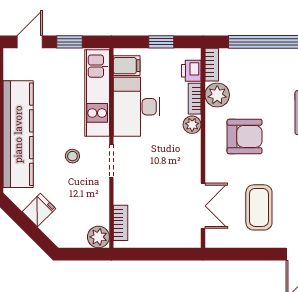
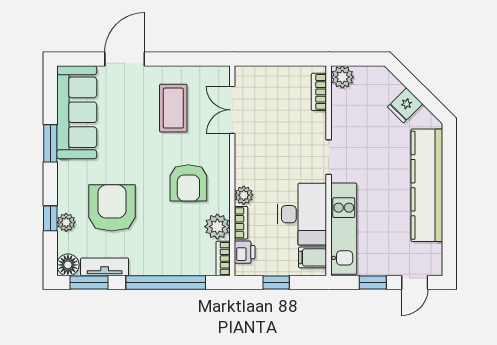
armchair: (245, 136) -> (188, 183), turned -90
stool: (72, 156) -> (370, 162), removed

